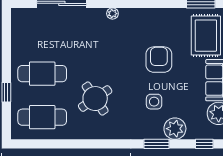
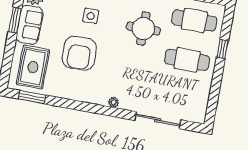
armchair: (159, 60) -> (79, 53), width x1.36, depth x1.36
round table: (95, 99) -> (143, 29), turned 34

